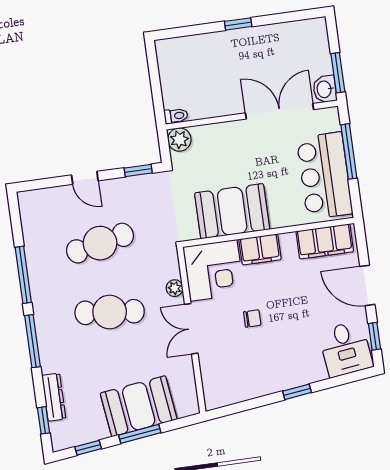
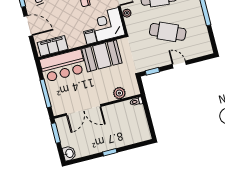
washbasin: (325, 89) -> (69, 153), moved
plant: (179, 140) -> (119, 93), moved
bar counter: (325, 176) -> (63, 66), moved, turned 90
cafe table: (100, 243) -> (168, 32), turned 36
filing cabinet: (260, 249) -> (90, 37), width x0.50

